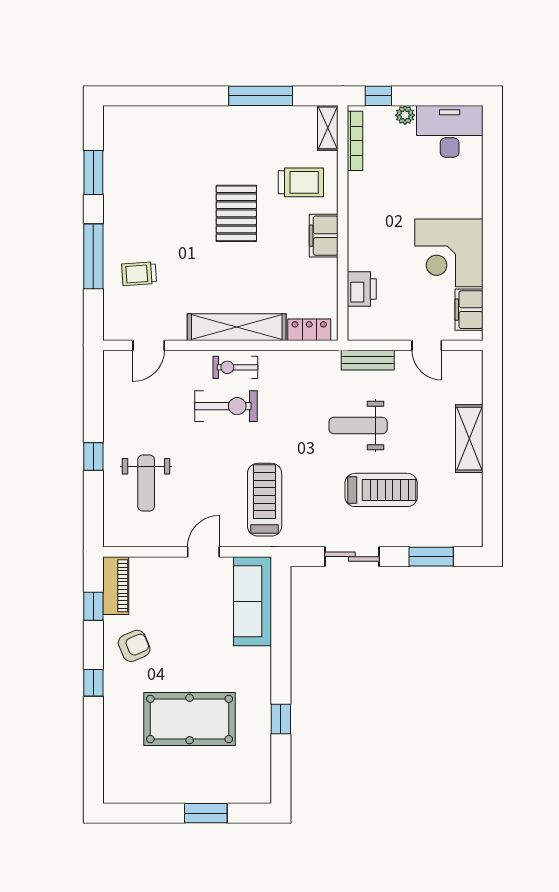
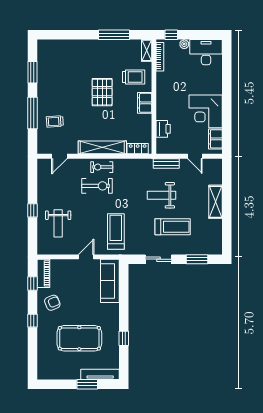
tv unit: (232, 793) -> (100, 374), added

